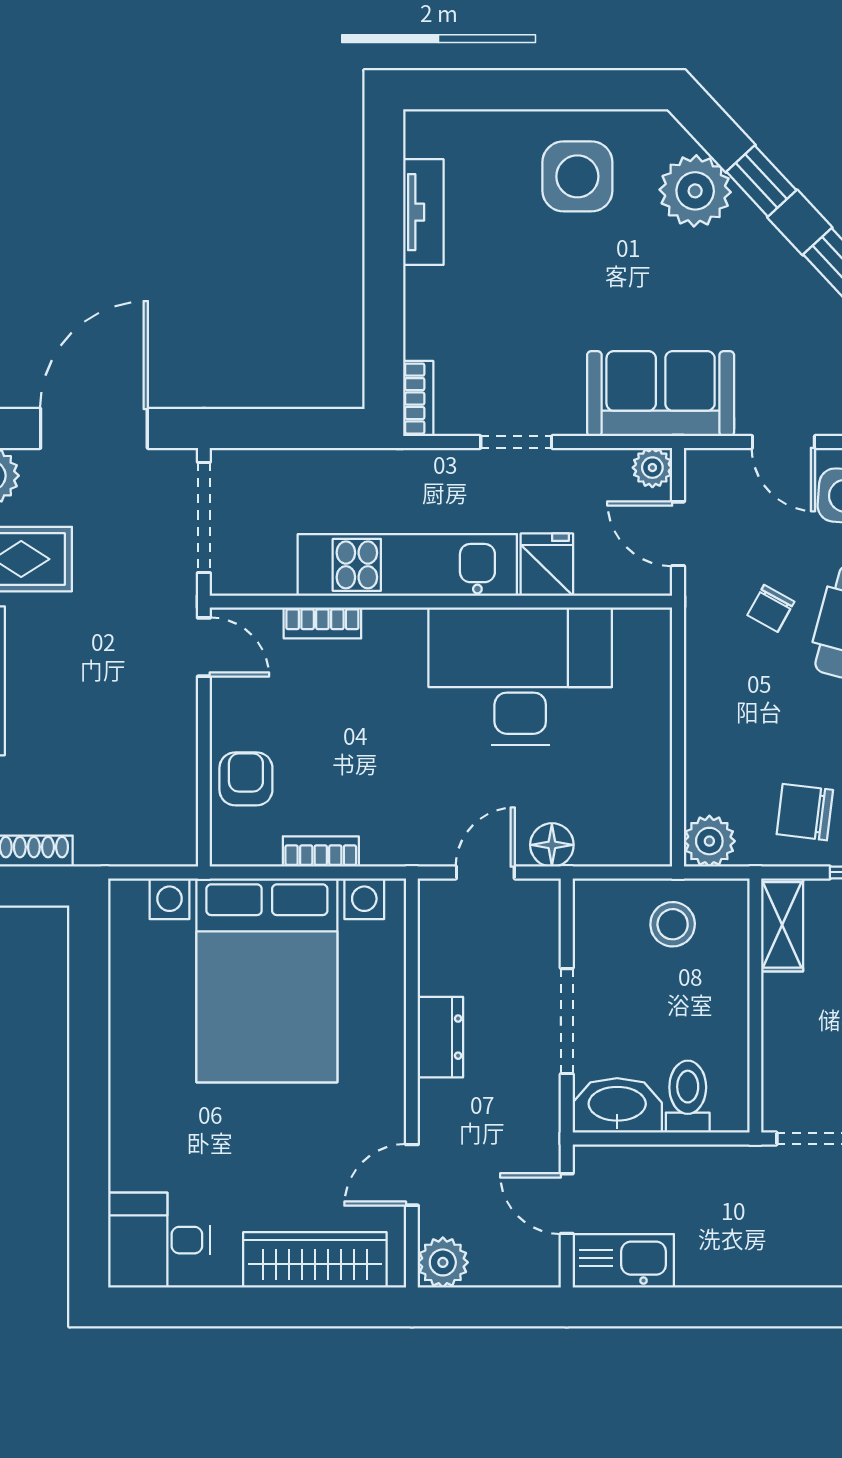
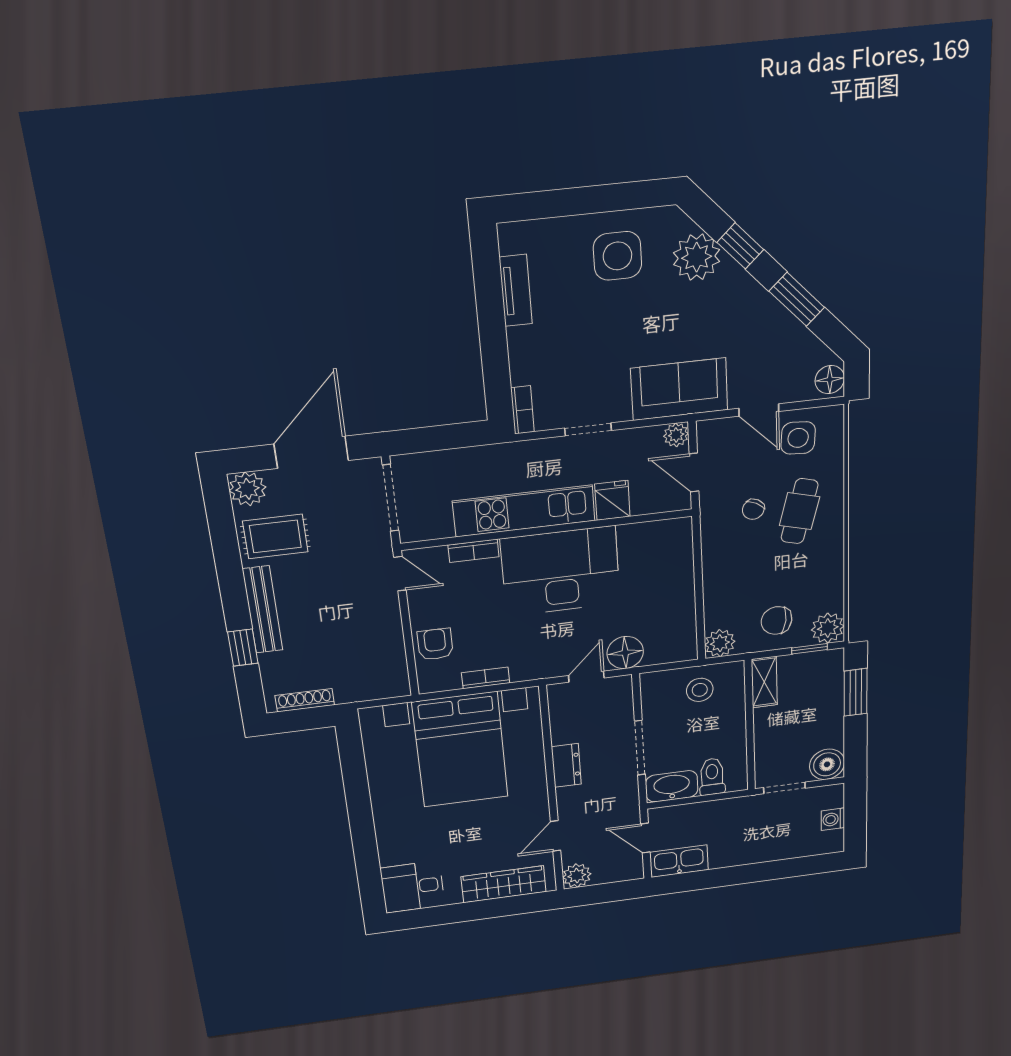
desk: (520, 676) -> (561, 571), moved
floor lamp: (552, 845) -> (625, 653), width x1.38, depth x1.38

